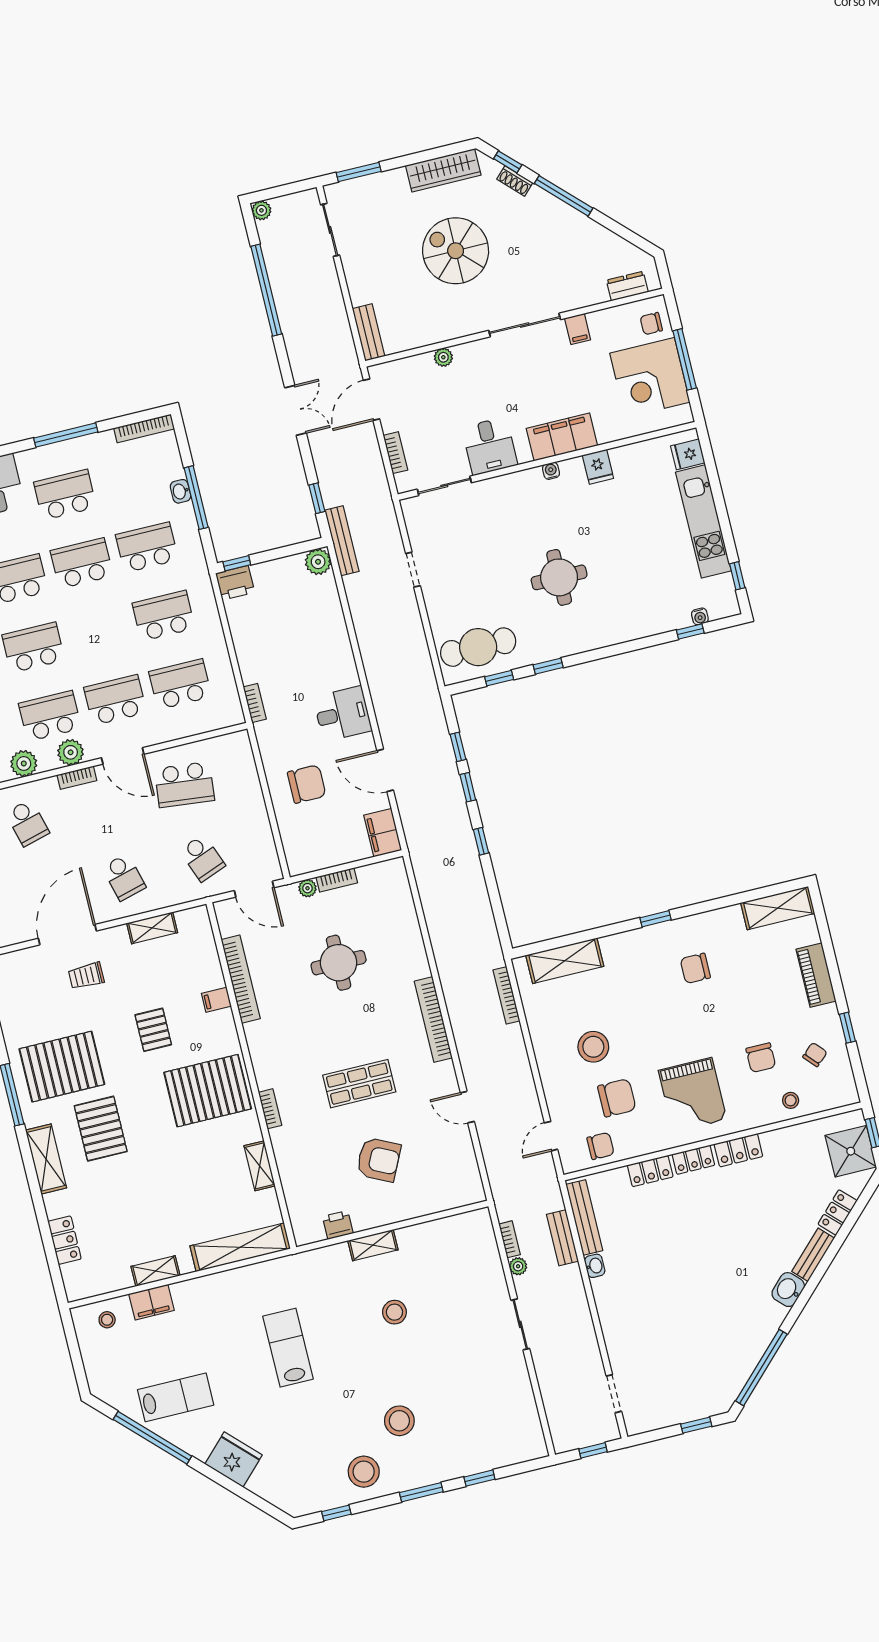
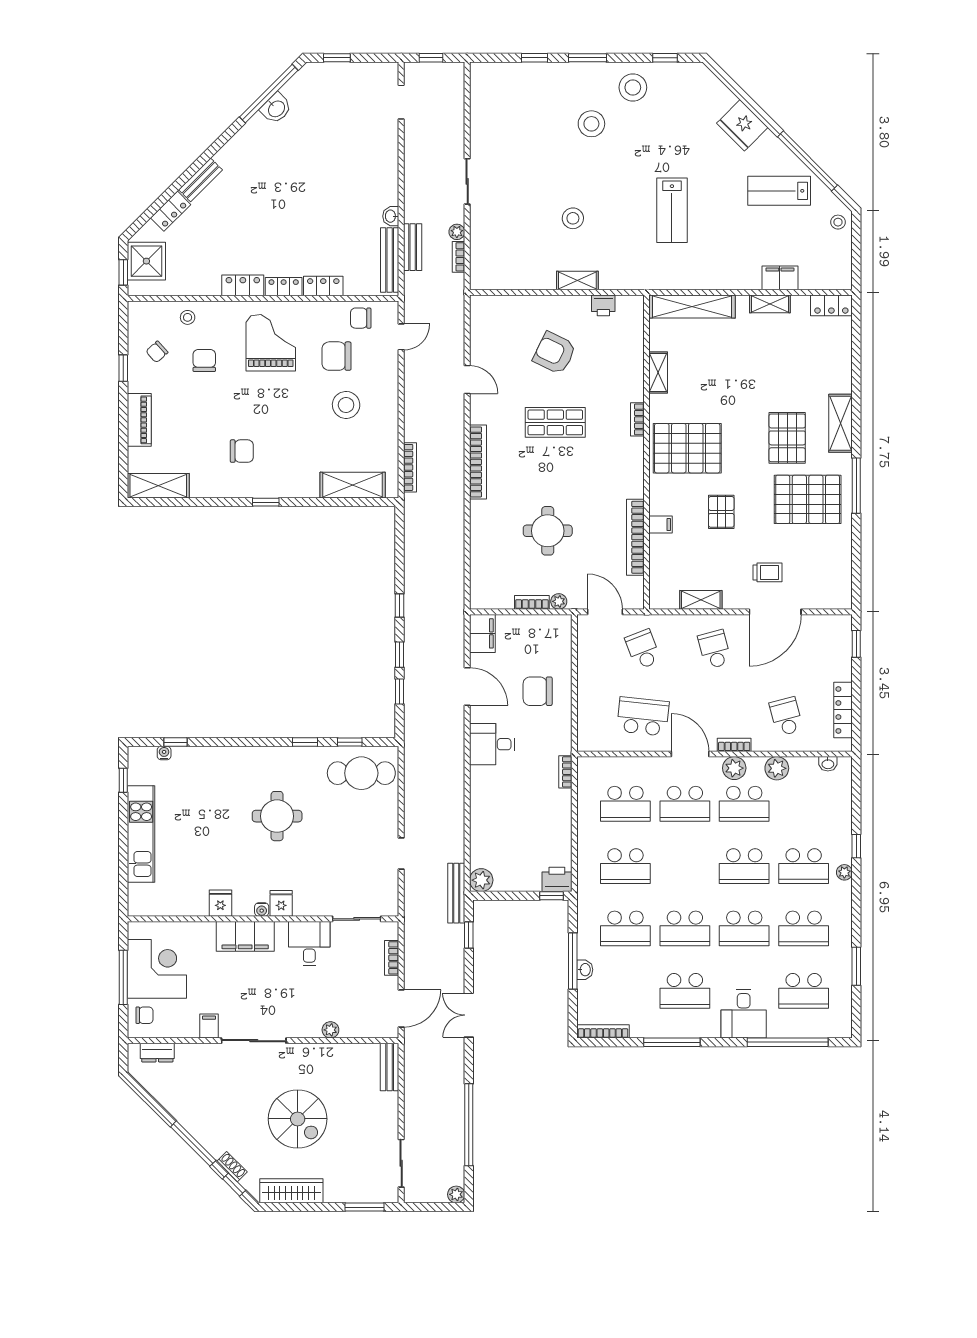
fridge: (688, 454) -> (281, 903), moved, turned -90
locker: (65, 1240) -> (831, 305), moved, turned -90
washbasin: (788, 1290) -> (276, 108), moved
stool: (107, 1320) -> (838, 222), moved

